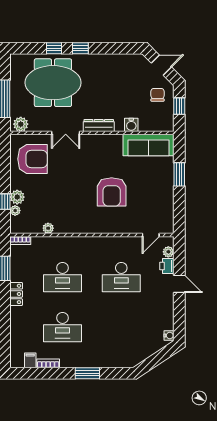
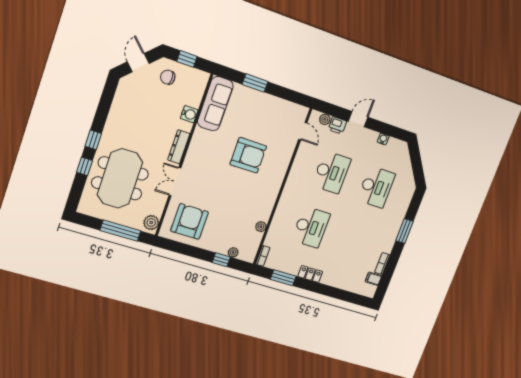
double door: (66, 133) -> (175, 182), swing flipped
plant: (17, 197) -> (221, 247), removed
desk: (63, 327) -> (376, 187), moved
water cooler: (169, 336) -> (383, 139), moved

